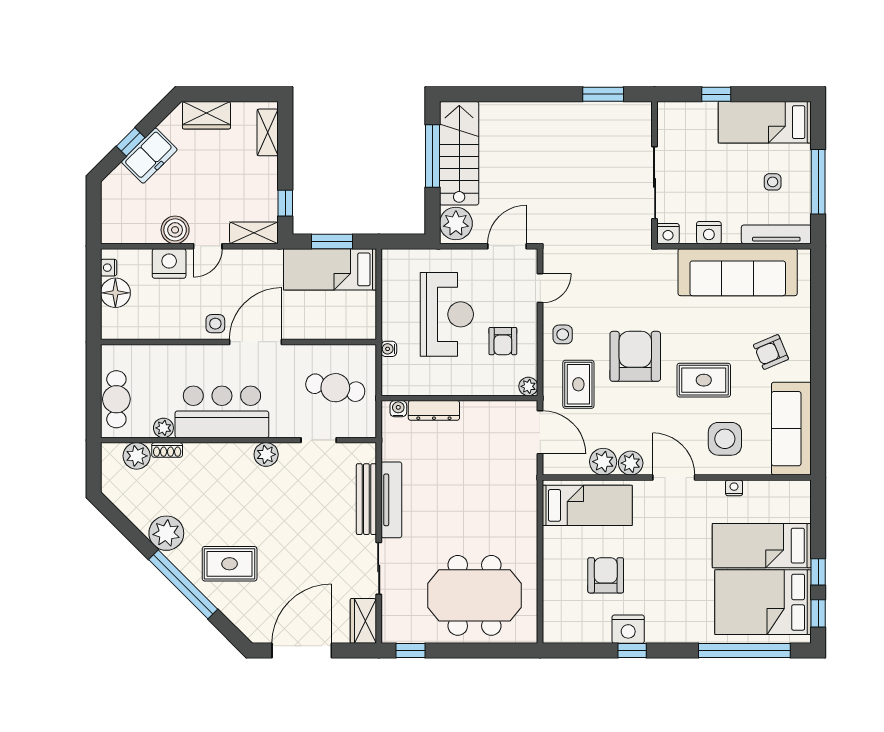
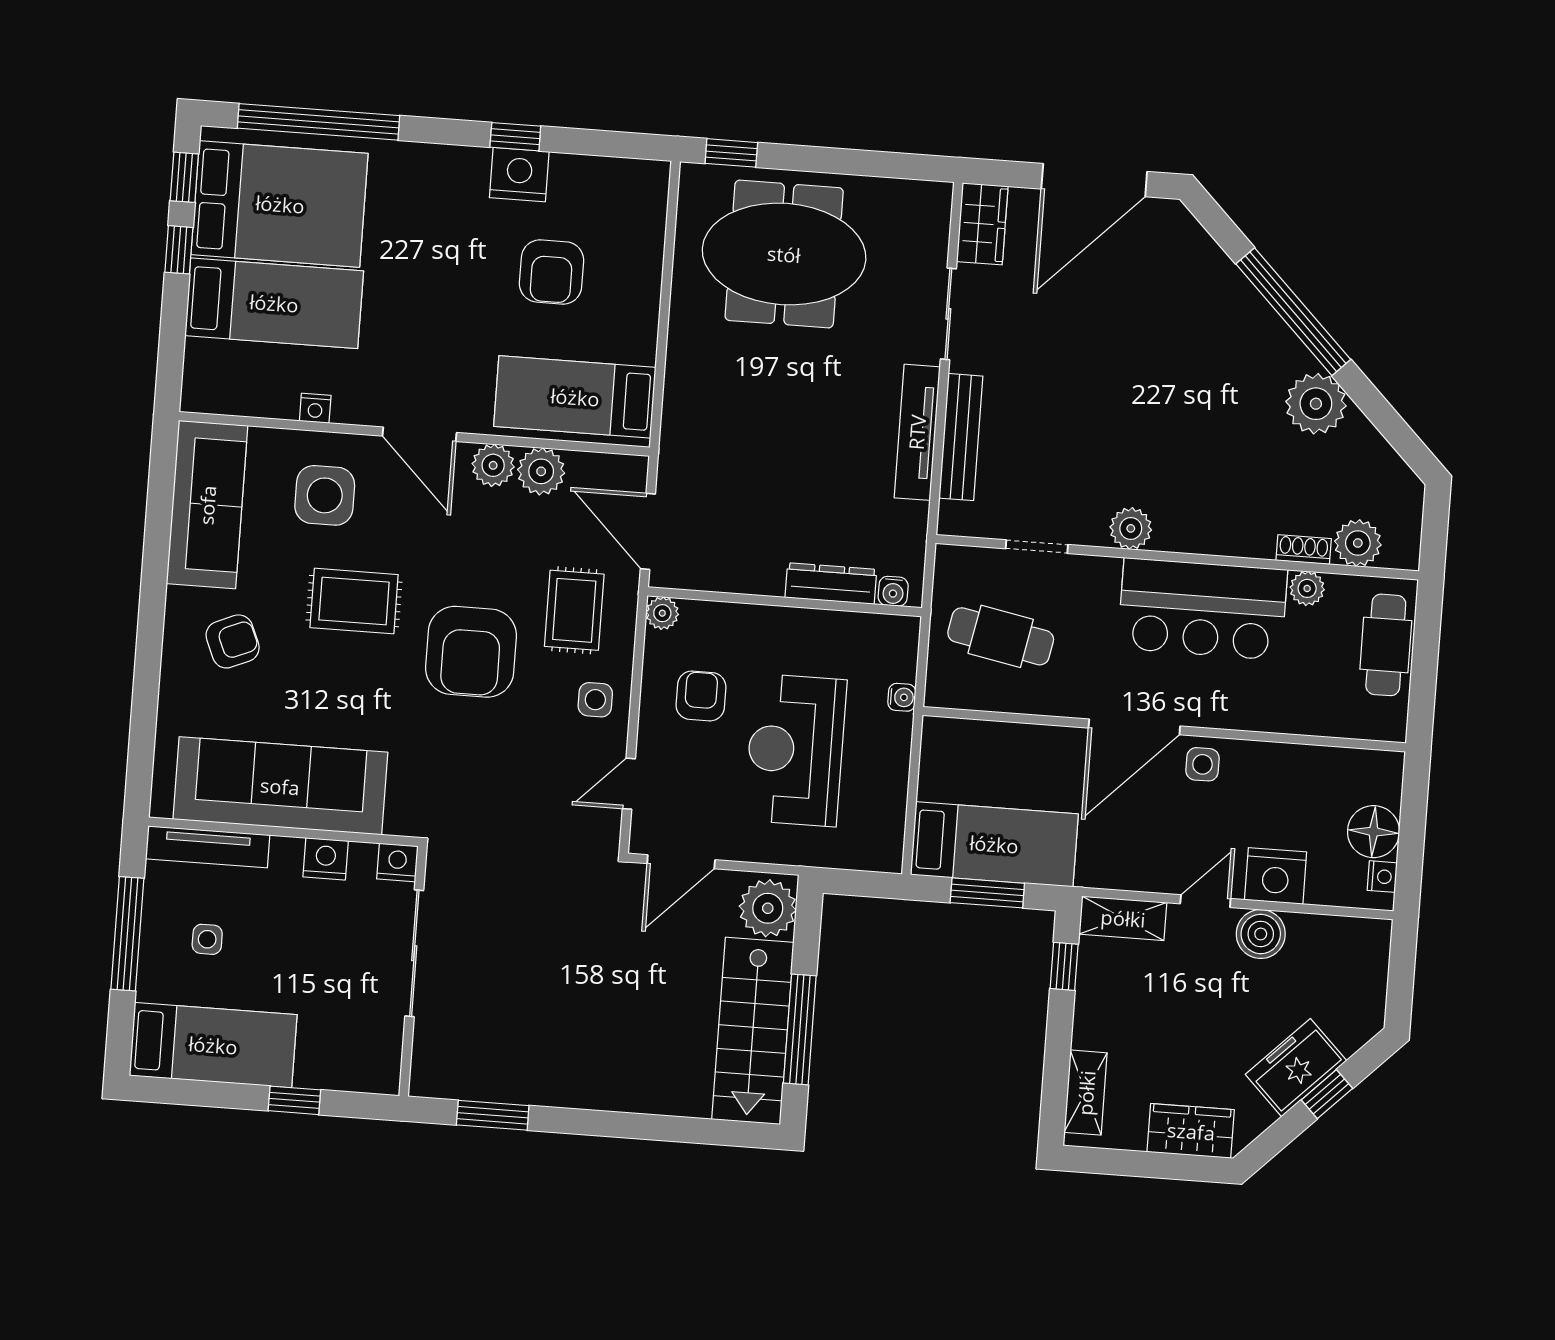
rug: (230, 564) -> (1209, 342), removed
window: (410, 651) -> (731, 153), moved

